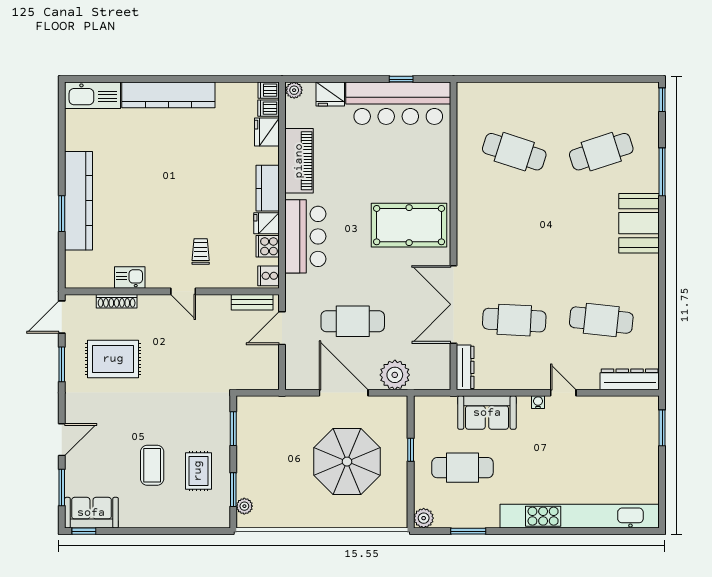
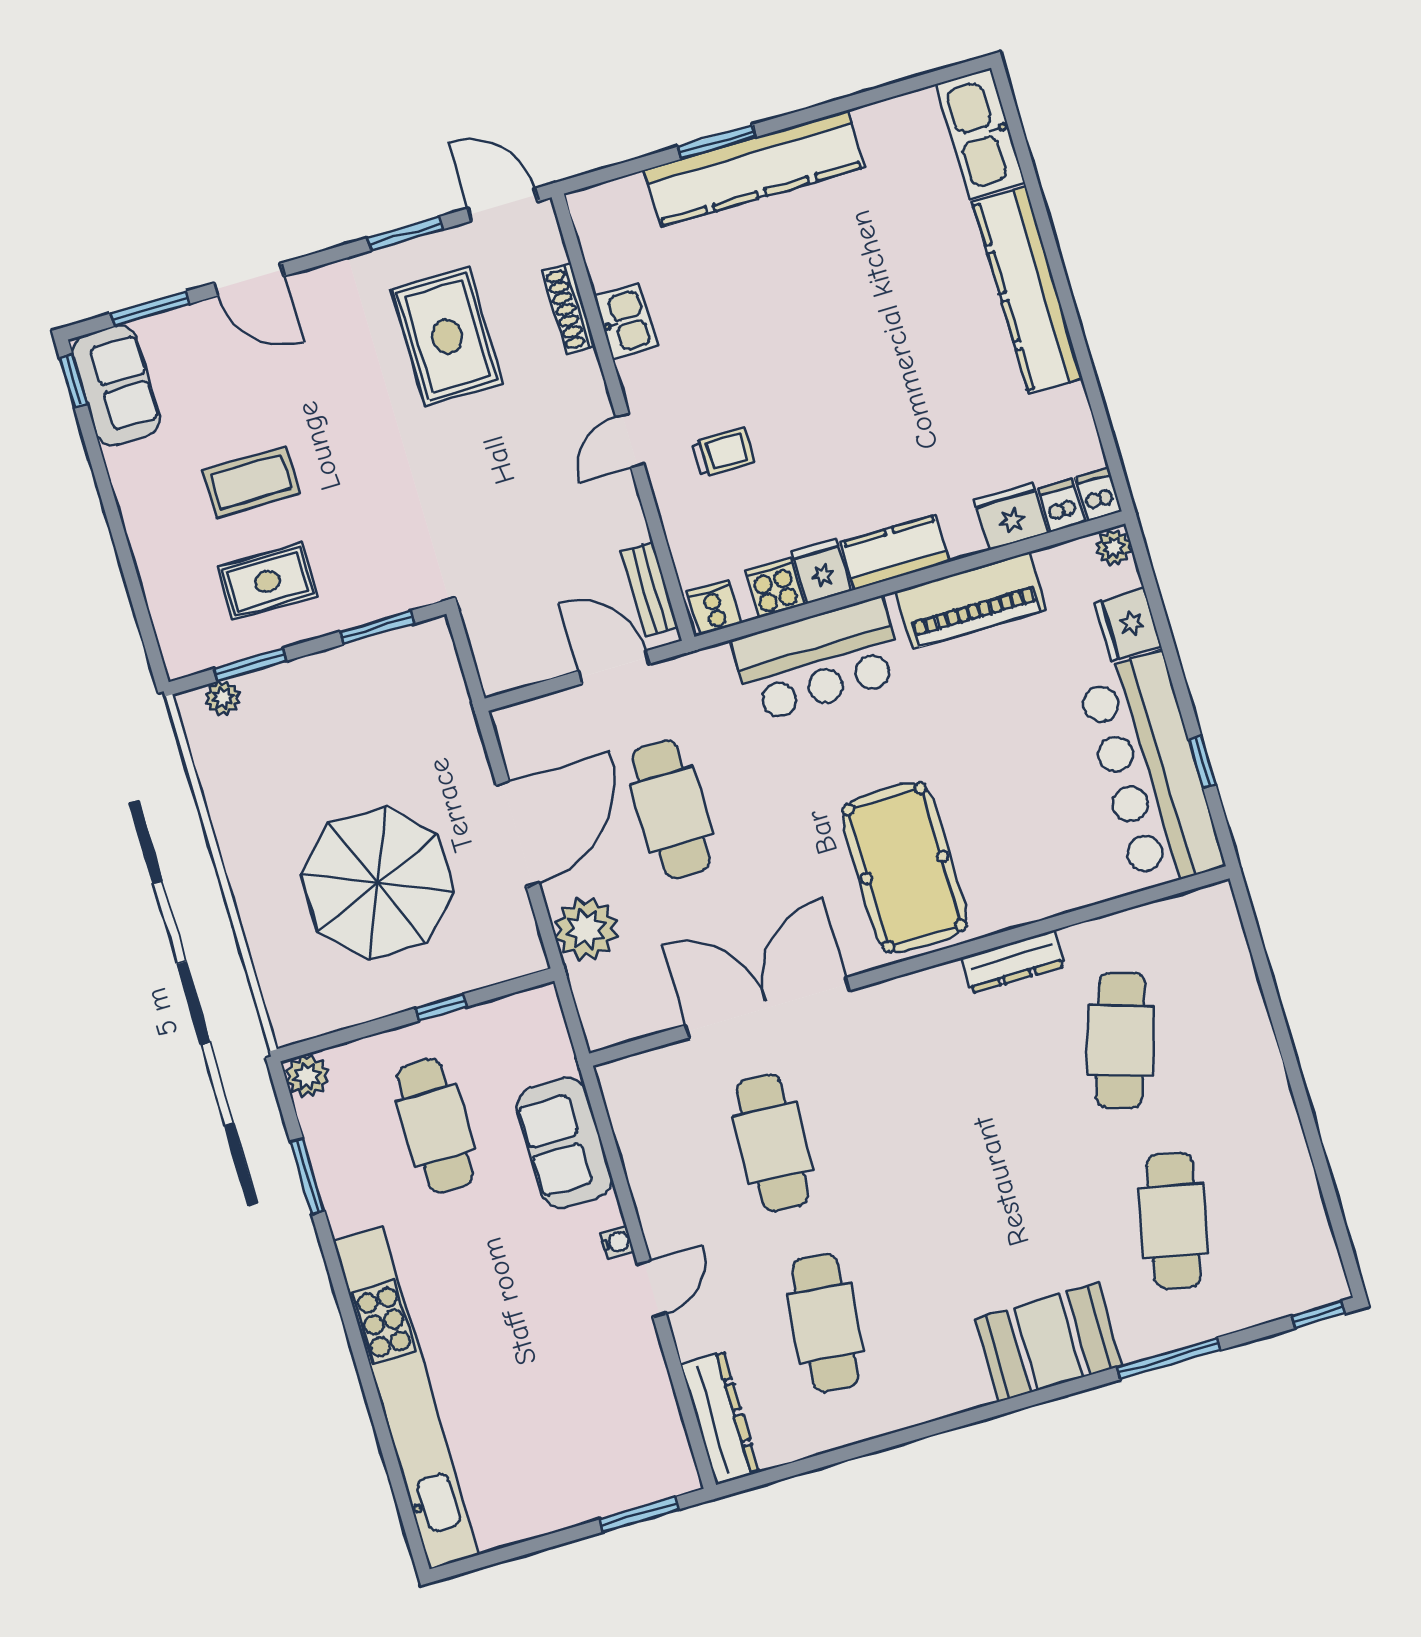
cafe table: (601, 152) -> (1174, 1221), turned 30
dresser: (465, 367) -> (1013, 962), moved

